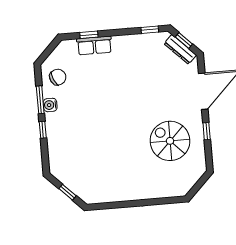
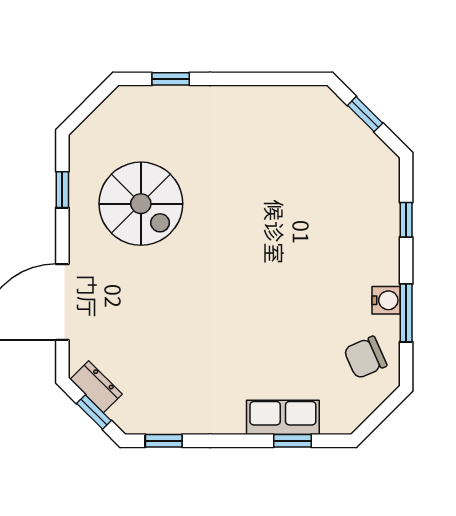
dresser: (180, 49) -> (96, 387), width x0.70
window: (43, 130) -> (406, 220), moved
window: (207, 131) -> (62, 190), moved
window: (161, 201) -> (171, 79), added

